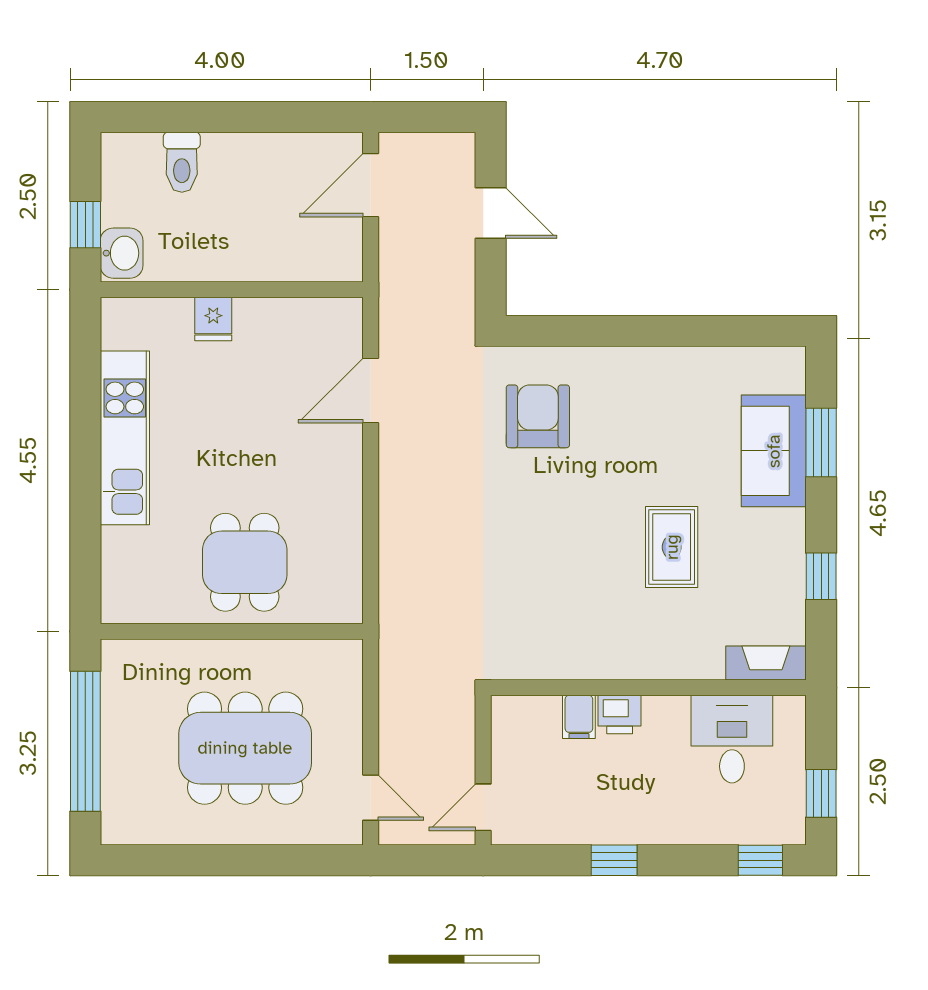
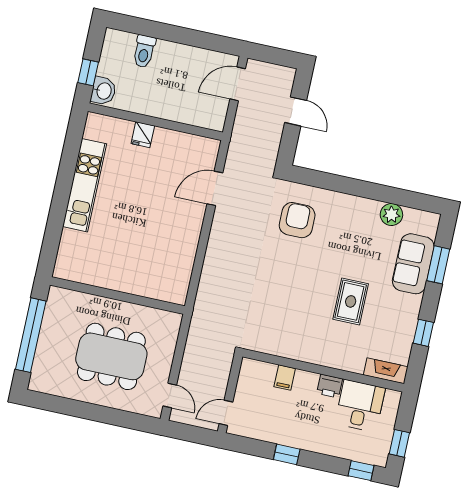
plant: (713, 367) -> (391, 215), added
dining table: (245, 562) -> (132, 262), removed
printer: (620, 714) -> (330, 386), moved

